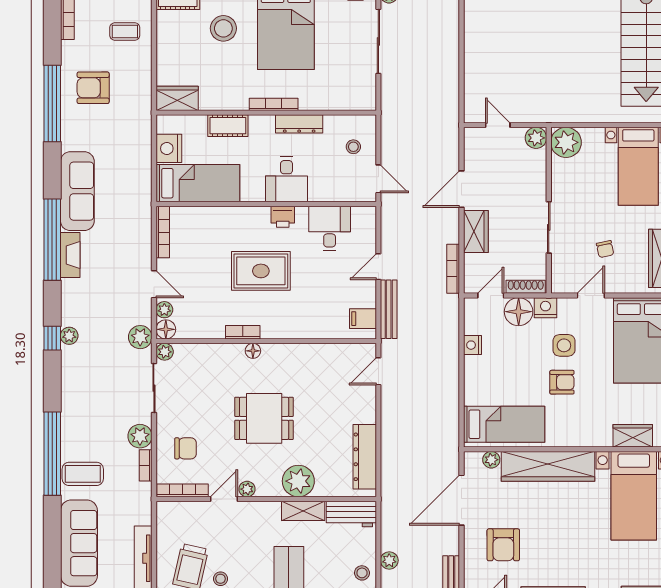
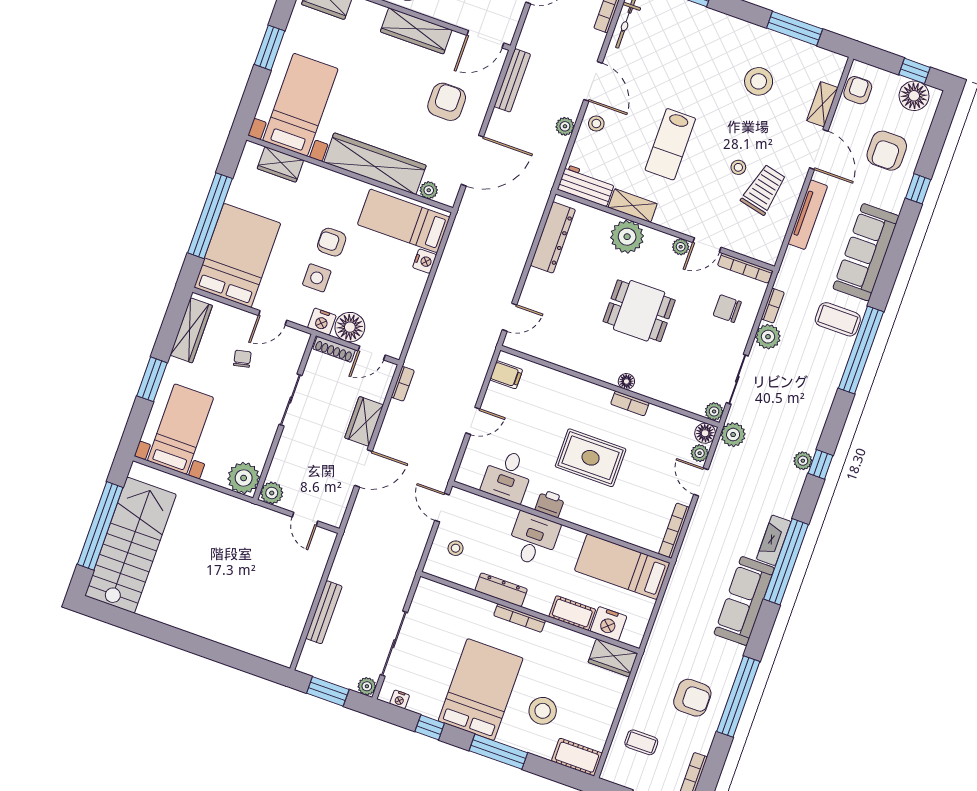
nightstand: (169, 148) -> (609, 624), moved, turned 90
bookcase: (453, 269) -> (403, 384), width x0.64
bench: (389, 309) -> (324, 612), moved
nightstand: (472, 345) -> (425, 261), moved

